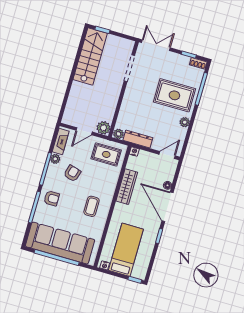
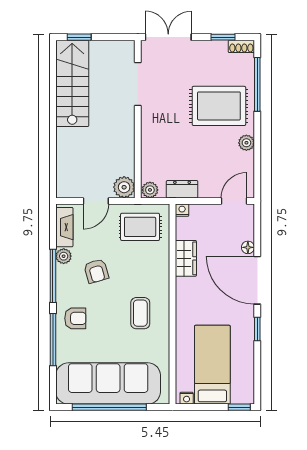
dresser: (138, 139) -> (182, 189), width x0.70
armchair: (72, 173) -> (96, 271), turned 148
wardrobe: (127, 187) -> (186, 258), width x0.67

